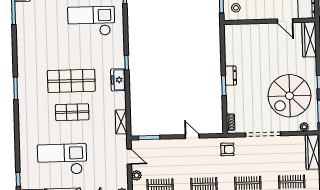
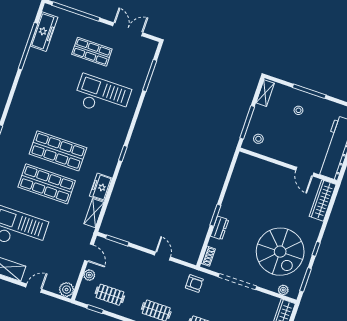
dresser: (231, 76) -> (220, 228), moved
freezer: (118, 80) -> (101, 187), moved
spiral stairs: (290, 96) -> (280, 252), turned -90
shop shelf: (72, 112) -> (47, 184), width x1.43, depth x1.36

